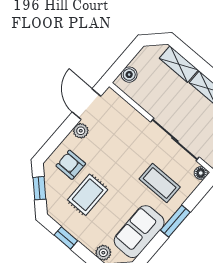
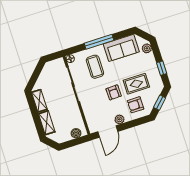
armchair: (112, 163) -> (114, 92), added
armchair: (71, 165) -> (136, 105), turned 90
window: (175, 221) -> (99, 42), width x1.44

